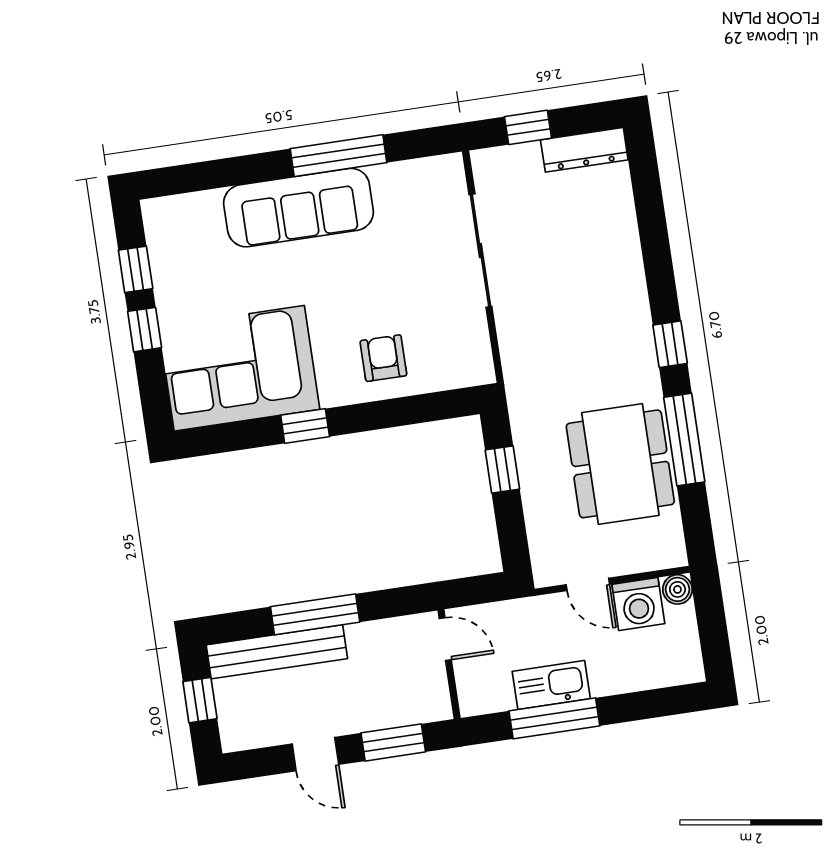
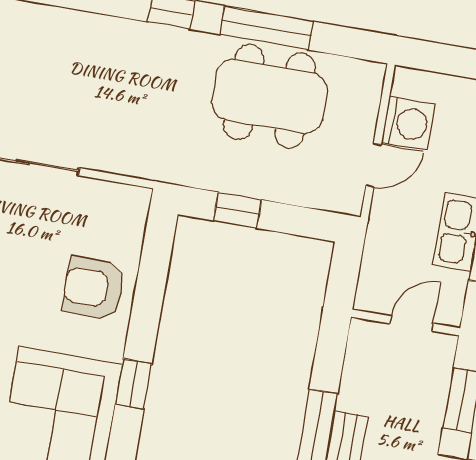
armchair: (383, 358) -> (94, 288), width x1.38, depth x1.38
boiler: (677, 589) -> (407, 82), removed
door: (445, 639) -> (412, 323), moved

